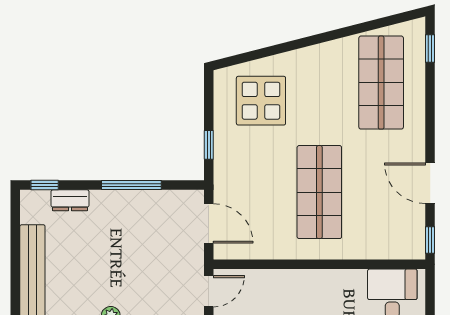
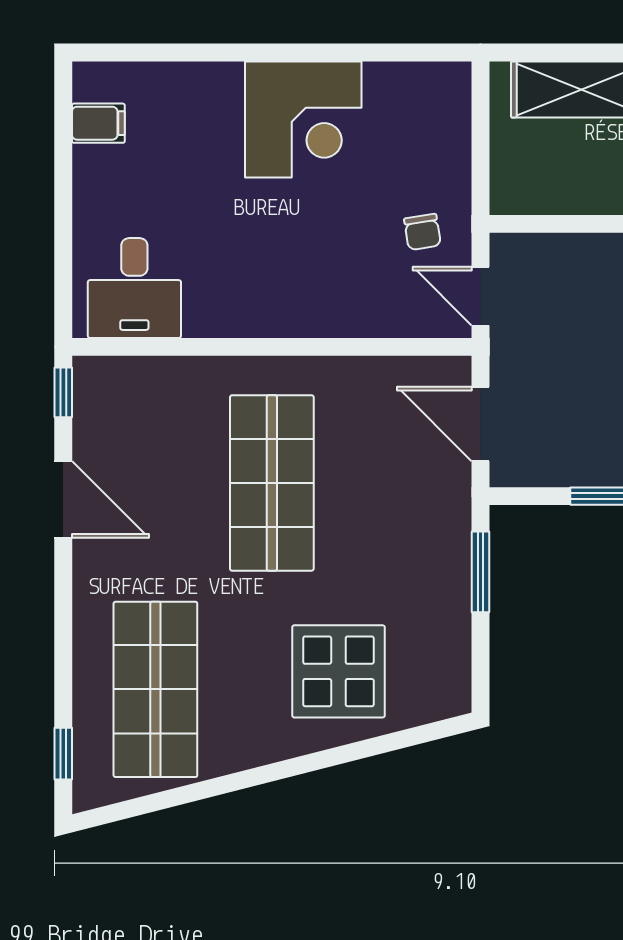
display table: (261, 101) -> (338, 671), moved
window: (209, 145) -> (480, 572), width x1.50
door: (209, 291) -> (480, 296), hinge flipped

